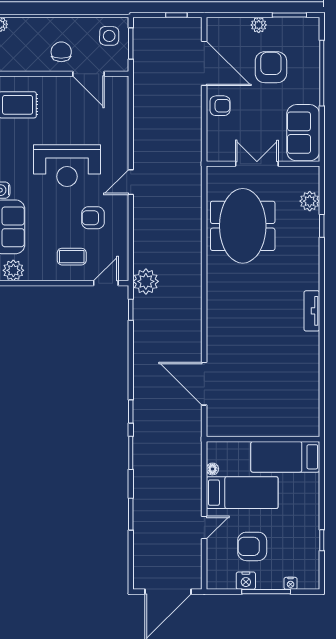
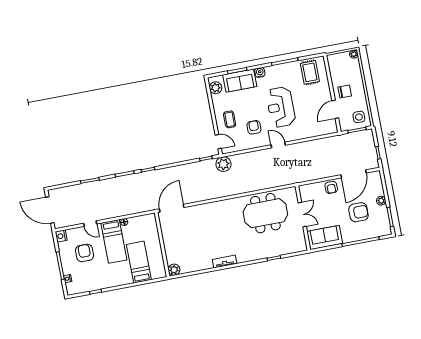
plant: (310, 201) -> (174, 270), moved
wall: (263, 439) -> (162, 245), moved
nightstand: (246, 581) -> (61, 236), moved

